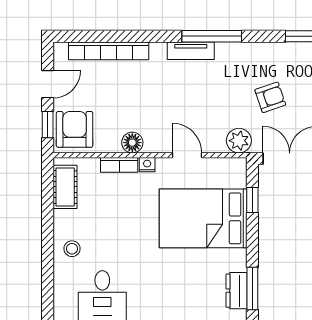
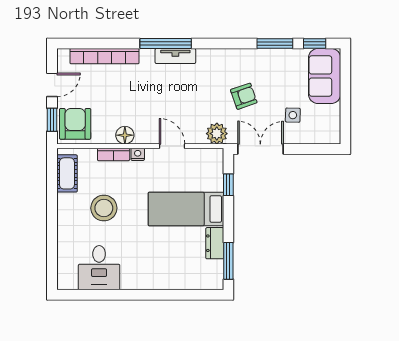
window: (212, 36) -> (166, 44), moved
bed: (203, 218) -> (186, 209), width x0.67
stool: (72, 249) -> (104, 208), moved, width x1.89, depth x1.89
dresser: (237, 291) -> (215, 243), moved

